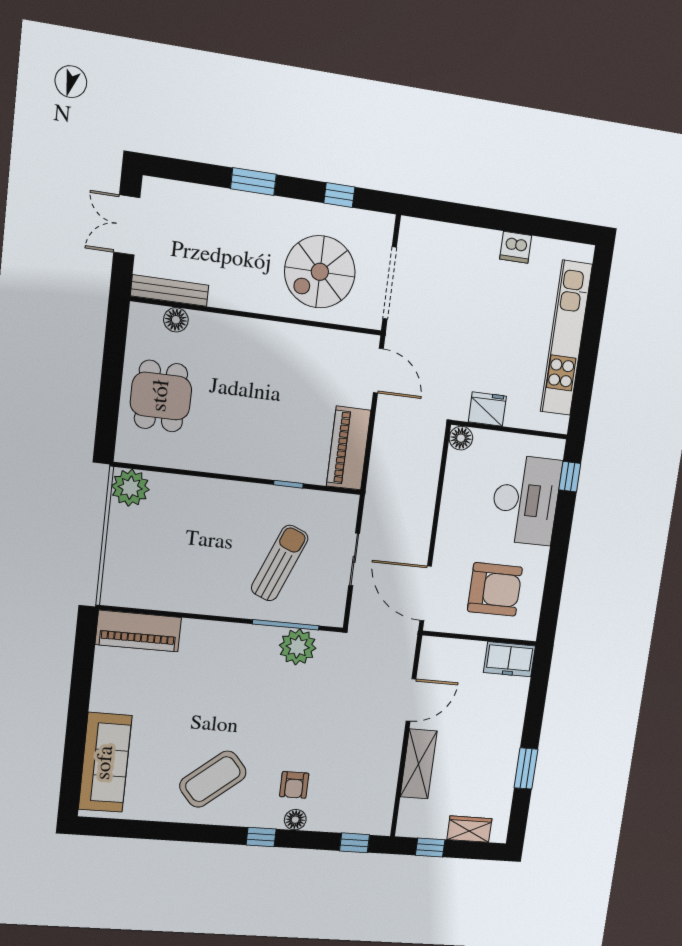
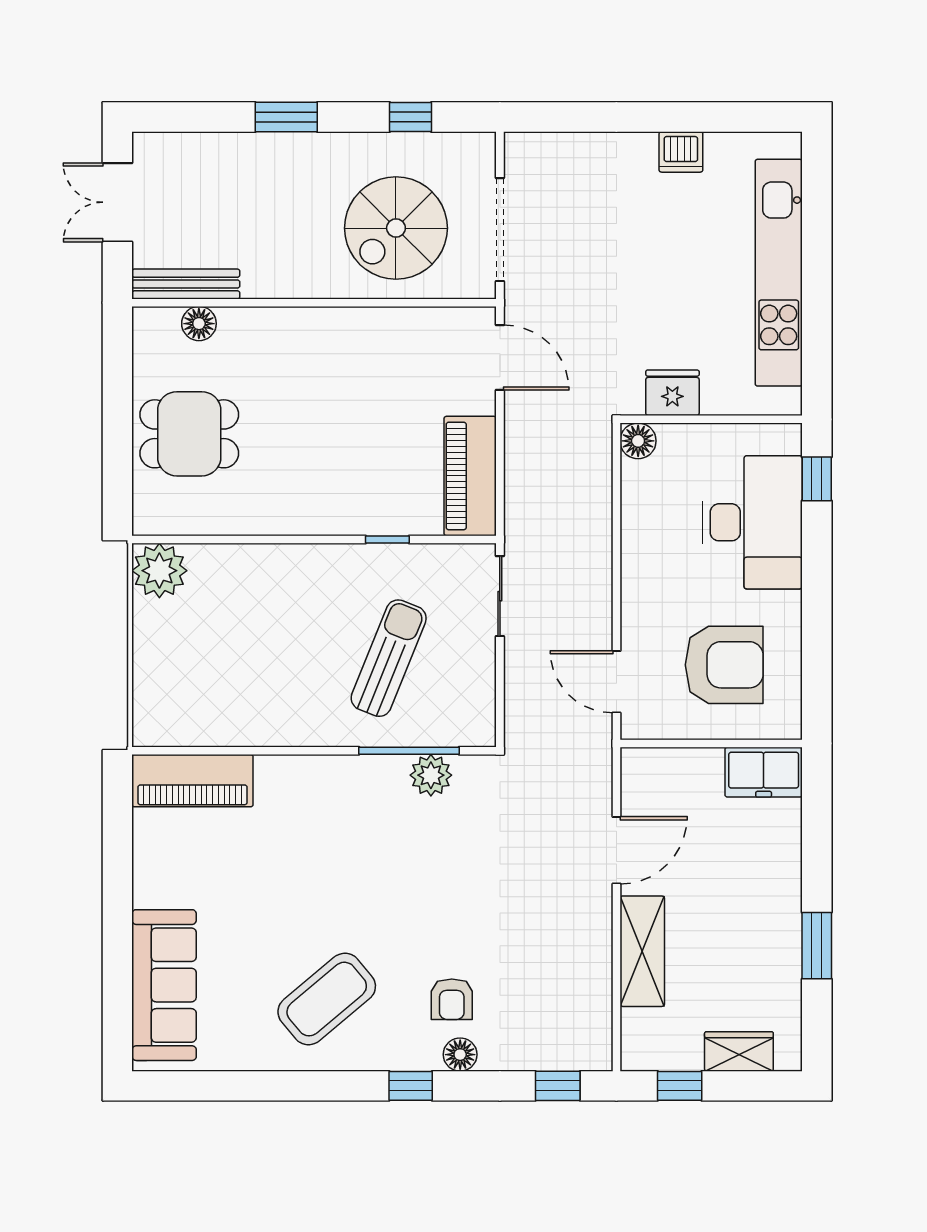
dining table: (161, 396) -> (189, 434), turned 90
sliding door: (354, 559) -> (500, 596), moved
door: (426, 593) -> (616, 682), width x0.73
plant: (298, 647) -> (431, 775), width x0.73, depth x0.73

